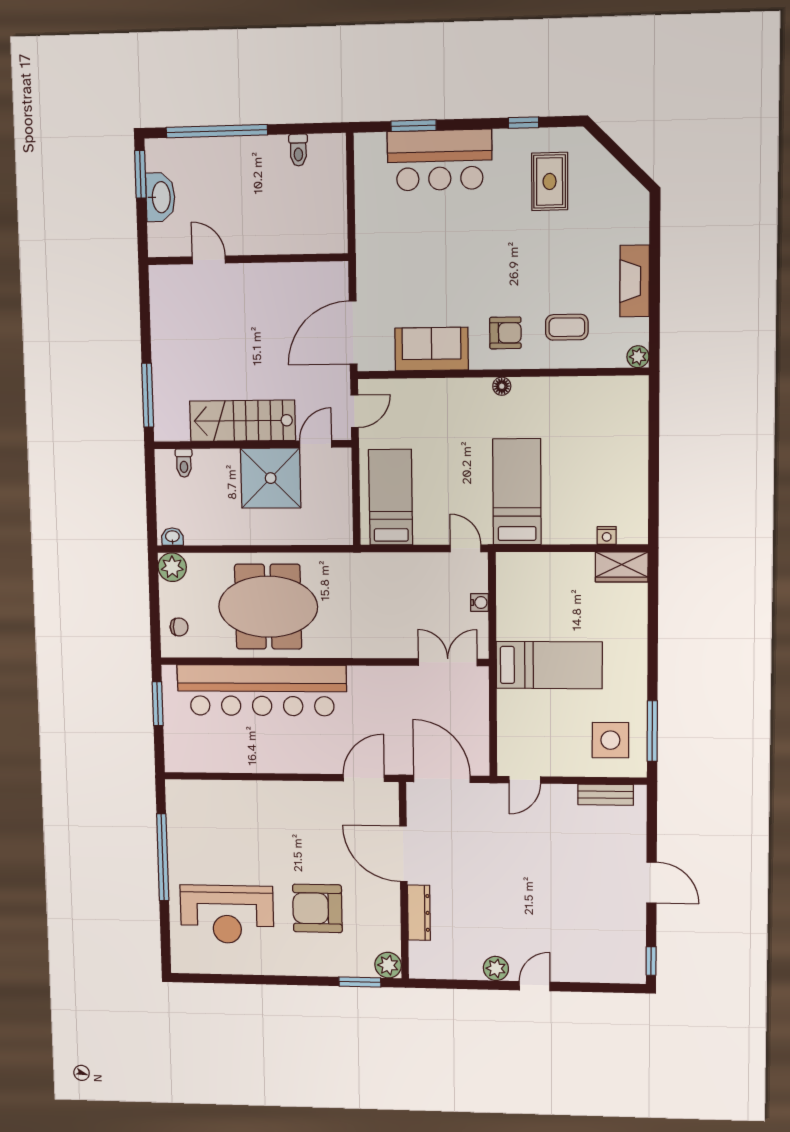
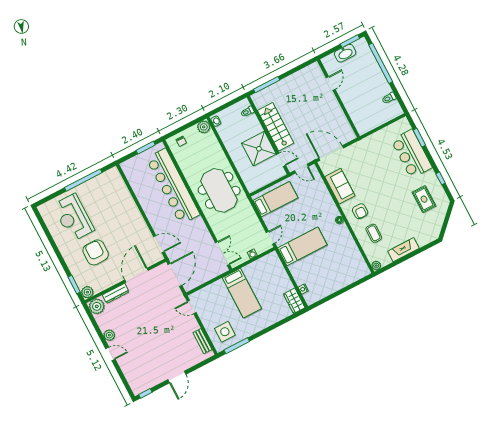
rug: (550, 181) -> (424, 199), turned 90
meeting table: (268, 607) -> (219, 190), moved
plant: (426, 962) -> (97, 306), added

